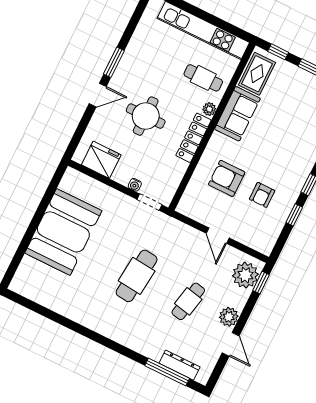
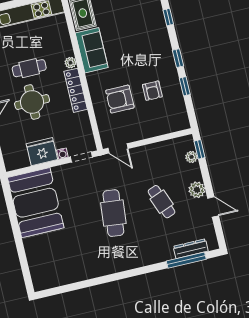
cafe table: (203, 78) -> (29, 68), moved
fridge: (101, 160) -> (42, 152), moved
booth: (63, 232) -> (36, 203), moved
door: (218, 236) -> (118, 148), moved
plant: (245, 275) -> (191, 157), width x0.53, depth x0.53
cafe table: (188, 301) -> (162, 202), turned -33

